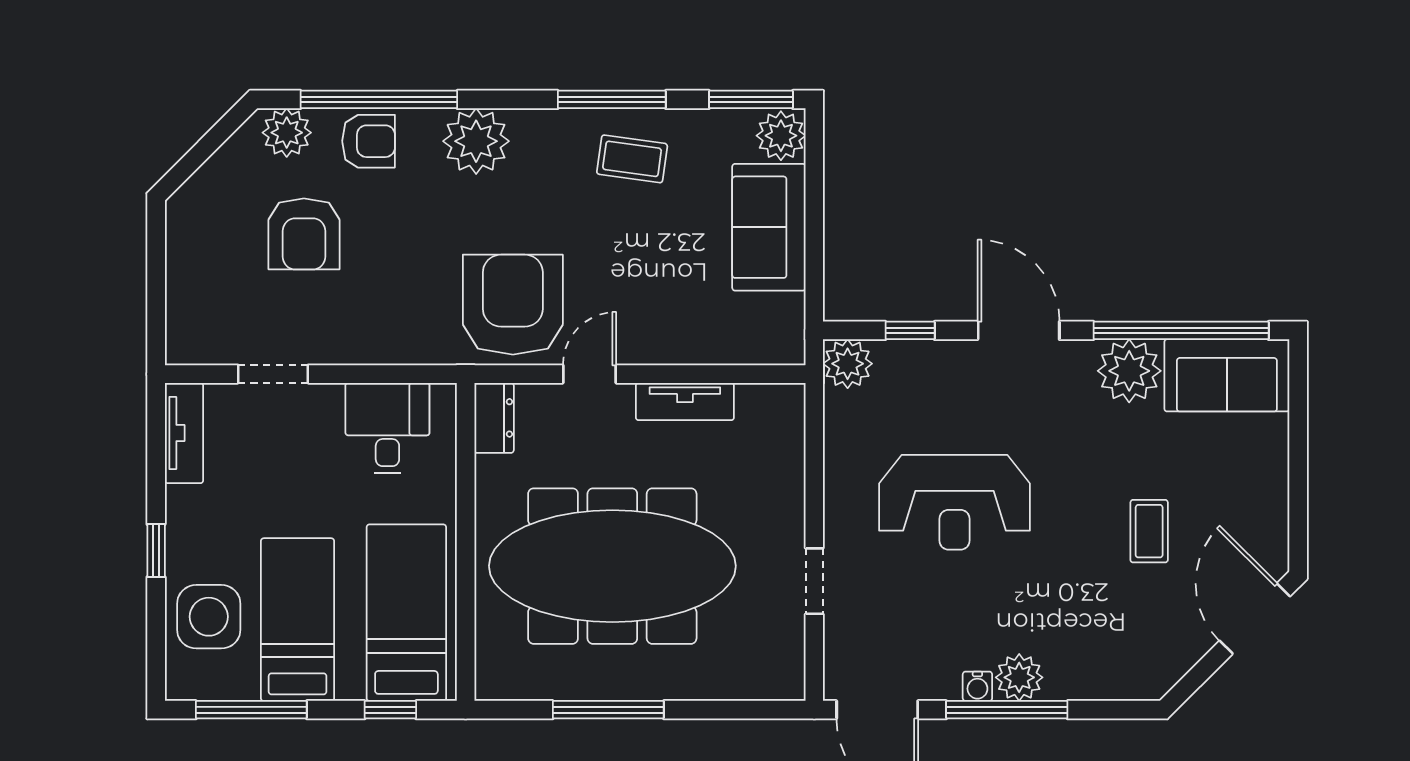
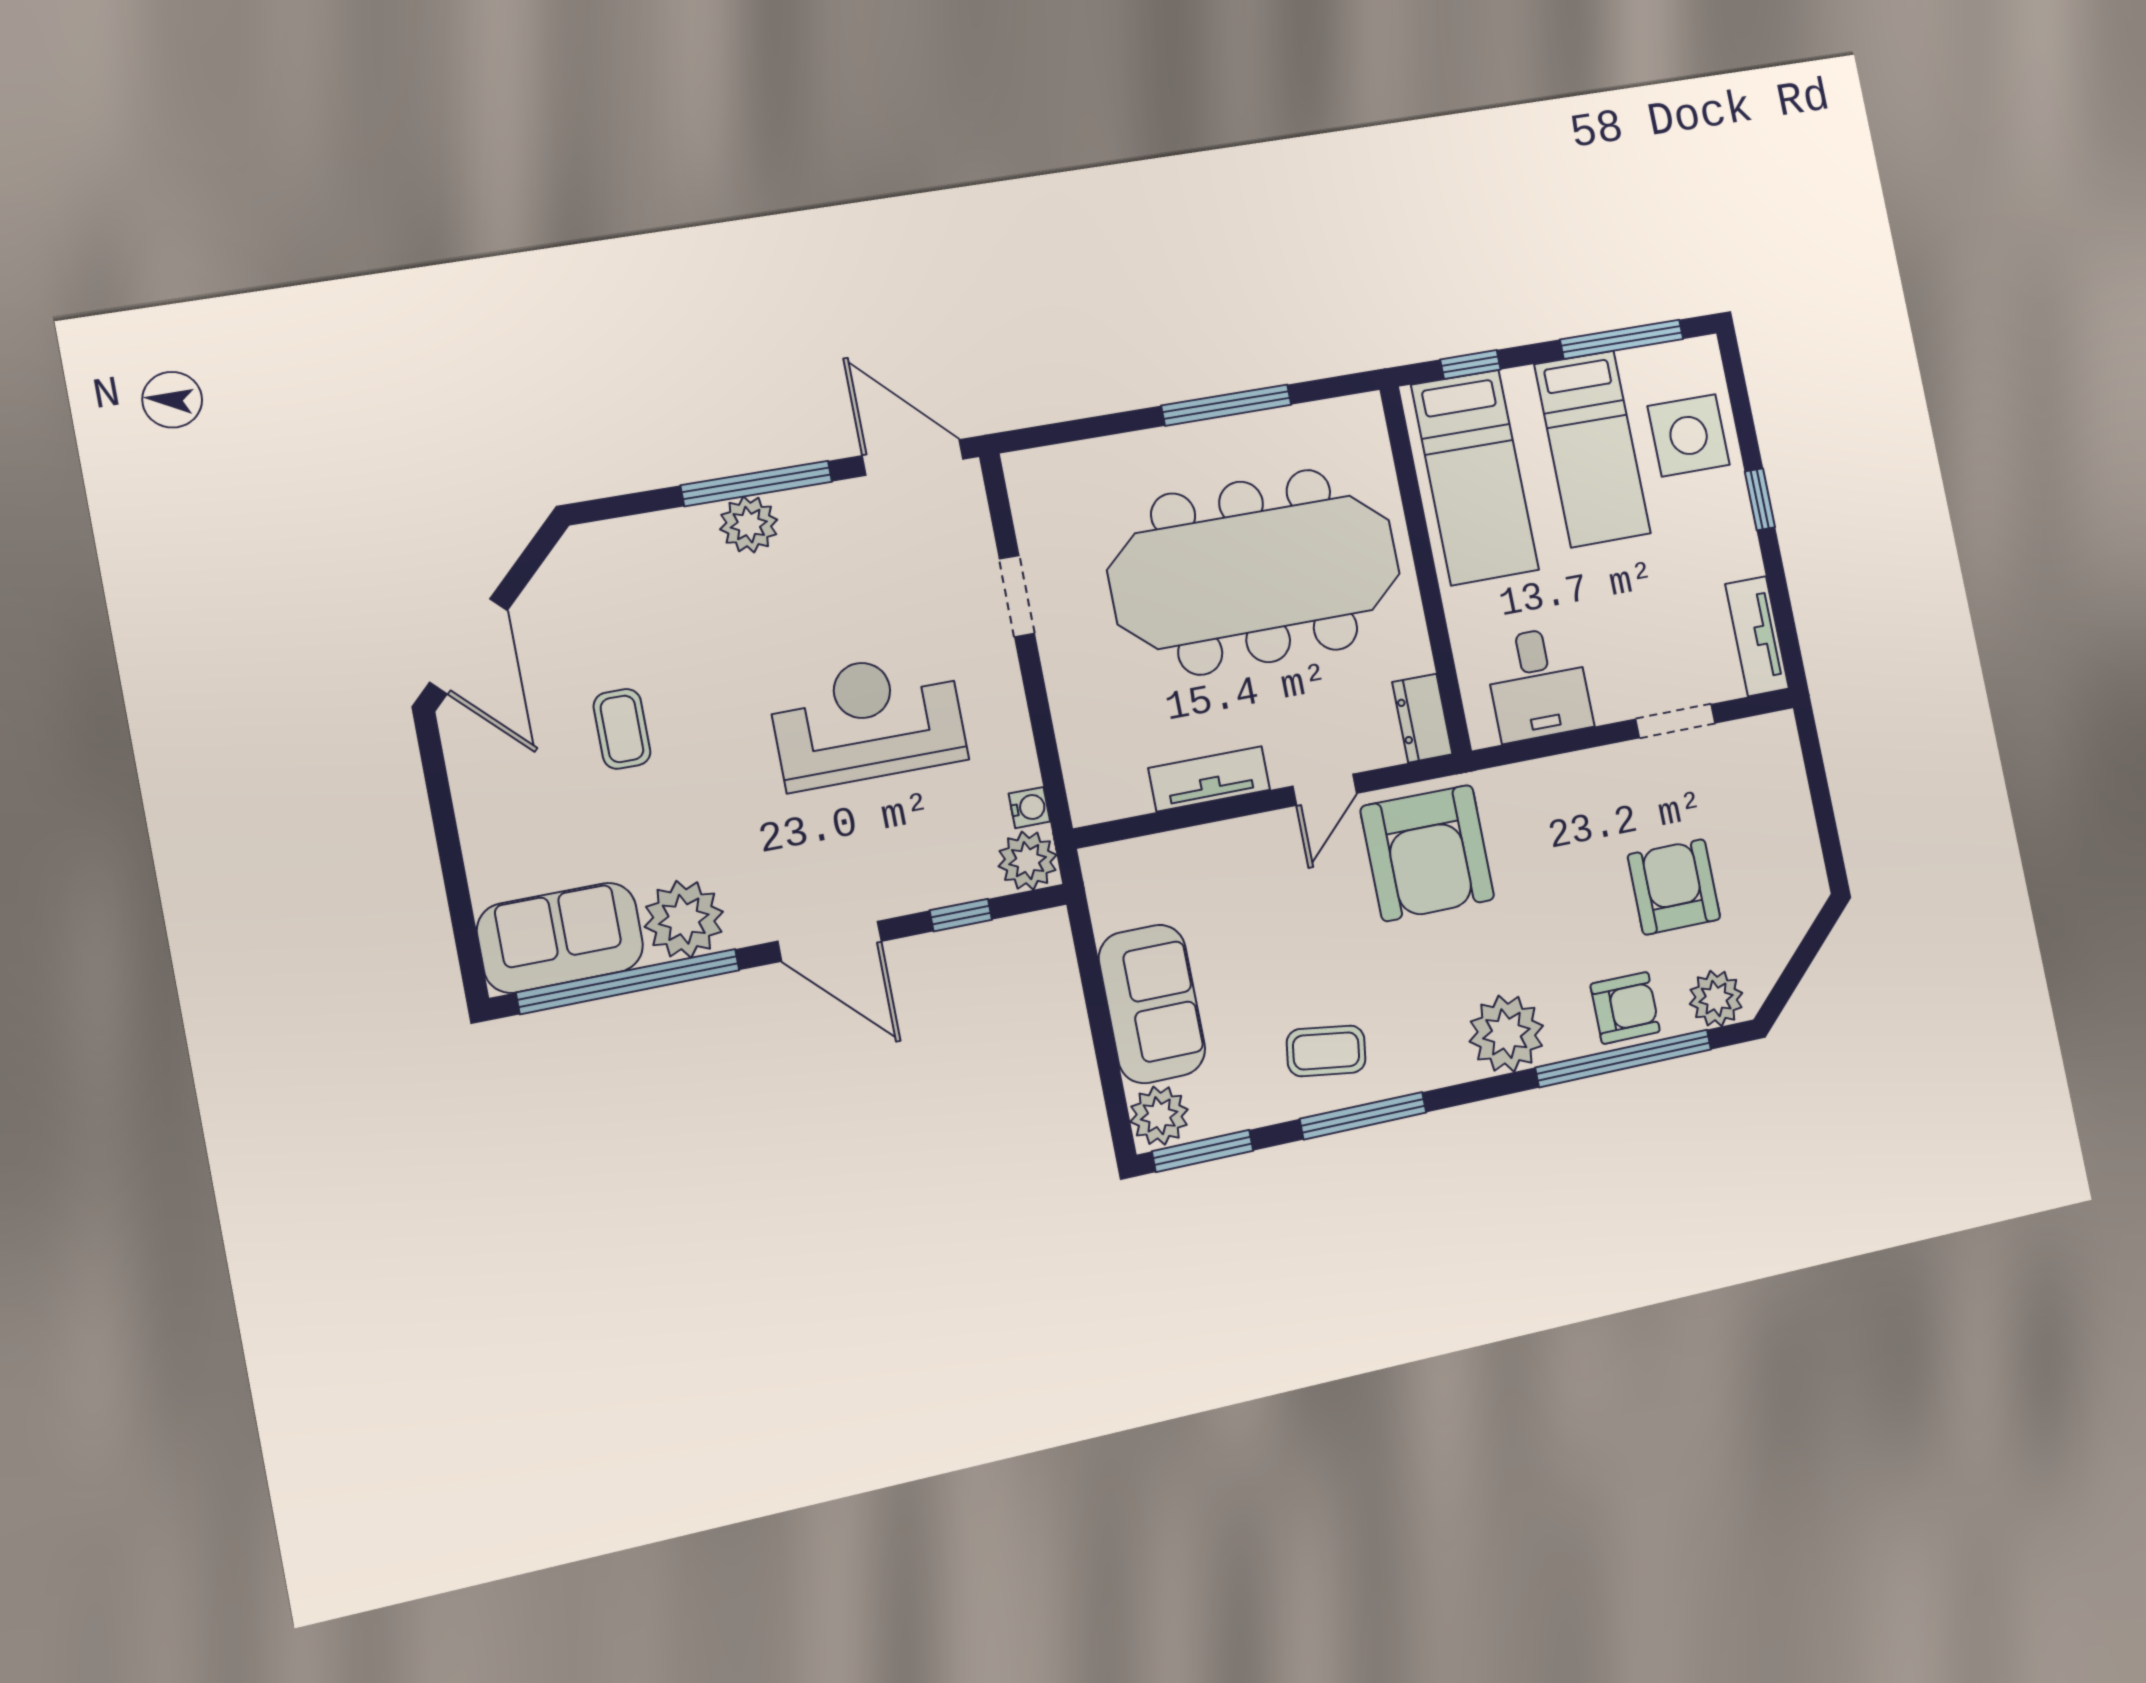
armchair: (369, 141) -> (1625, 1008), turned 180
water cooler: (977, 686) -> (1029, 808), moved, turned 90

